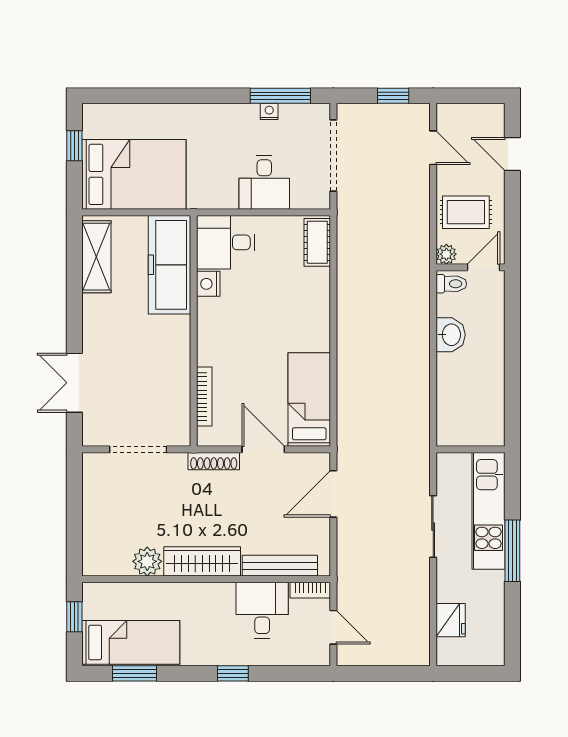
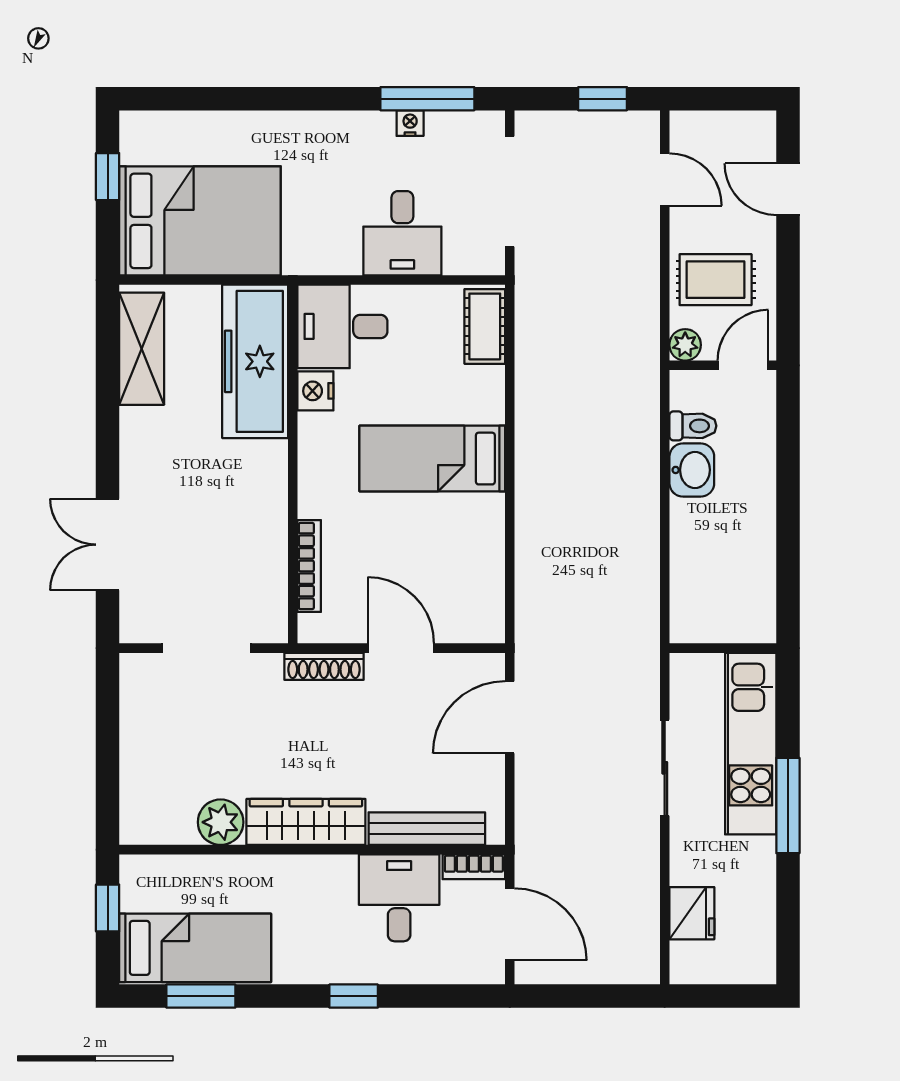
toilet: (451, 284) -> (693, 426), moved
bed: (309, 400) -> (432, 459), moved, turned -90
door: (333, 627) -> (510, 924), width x1.38

